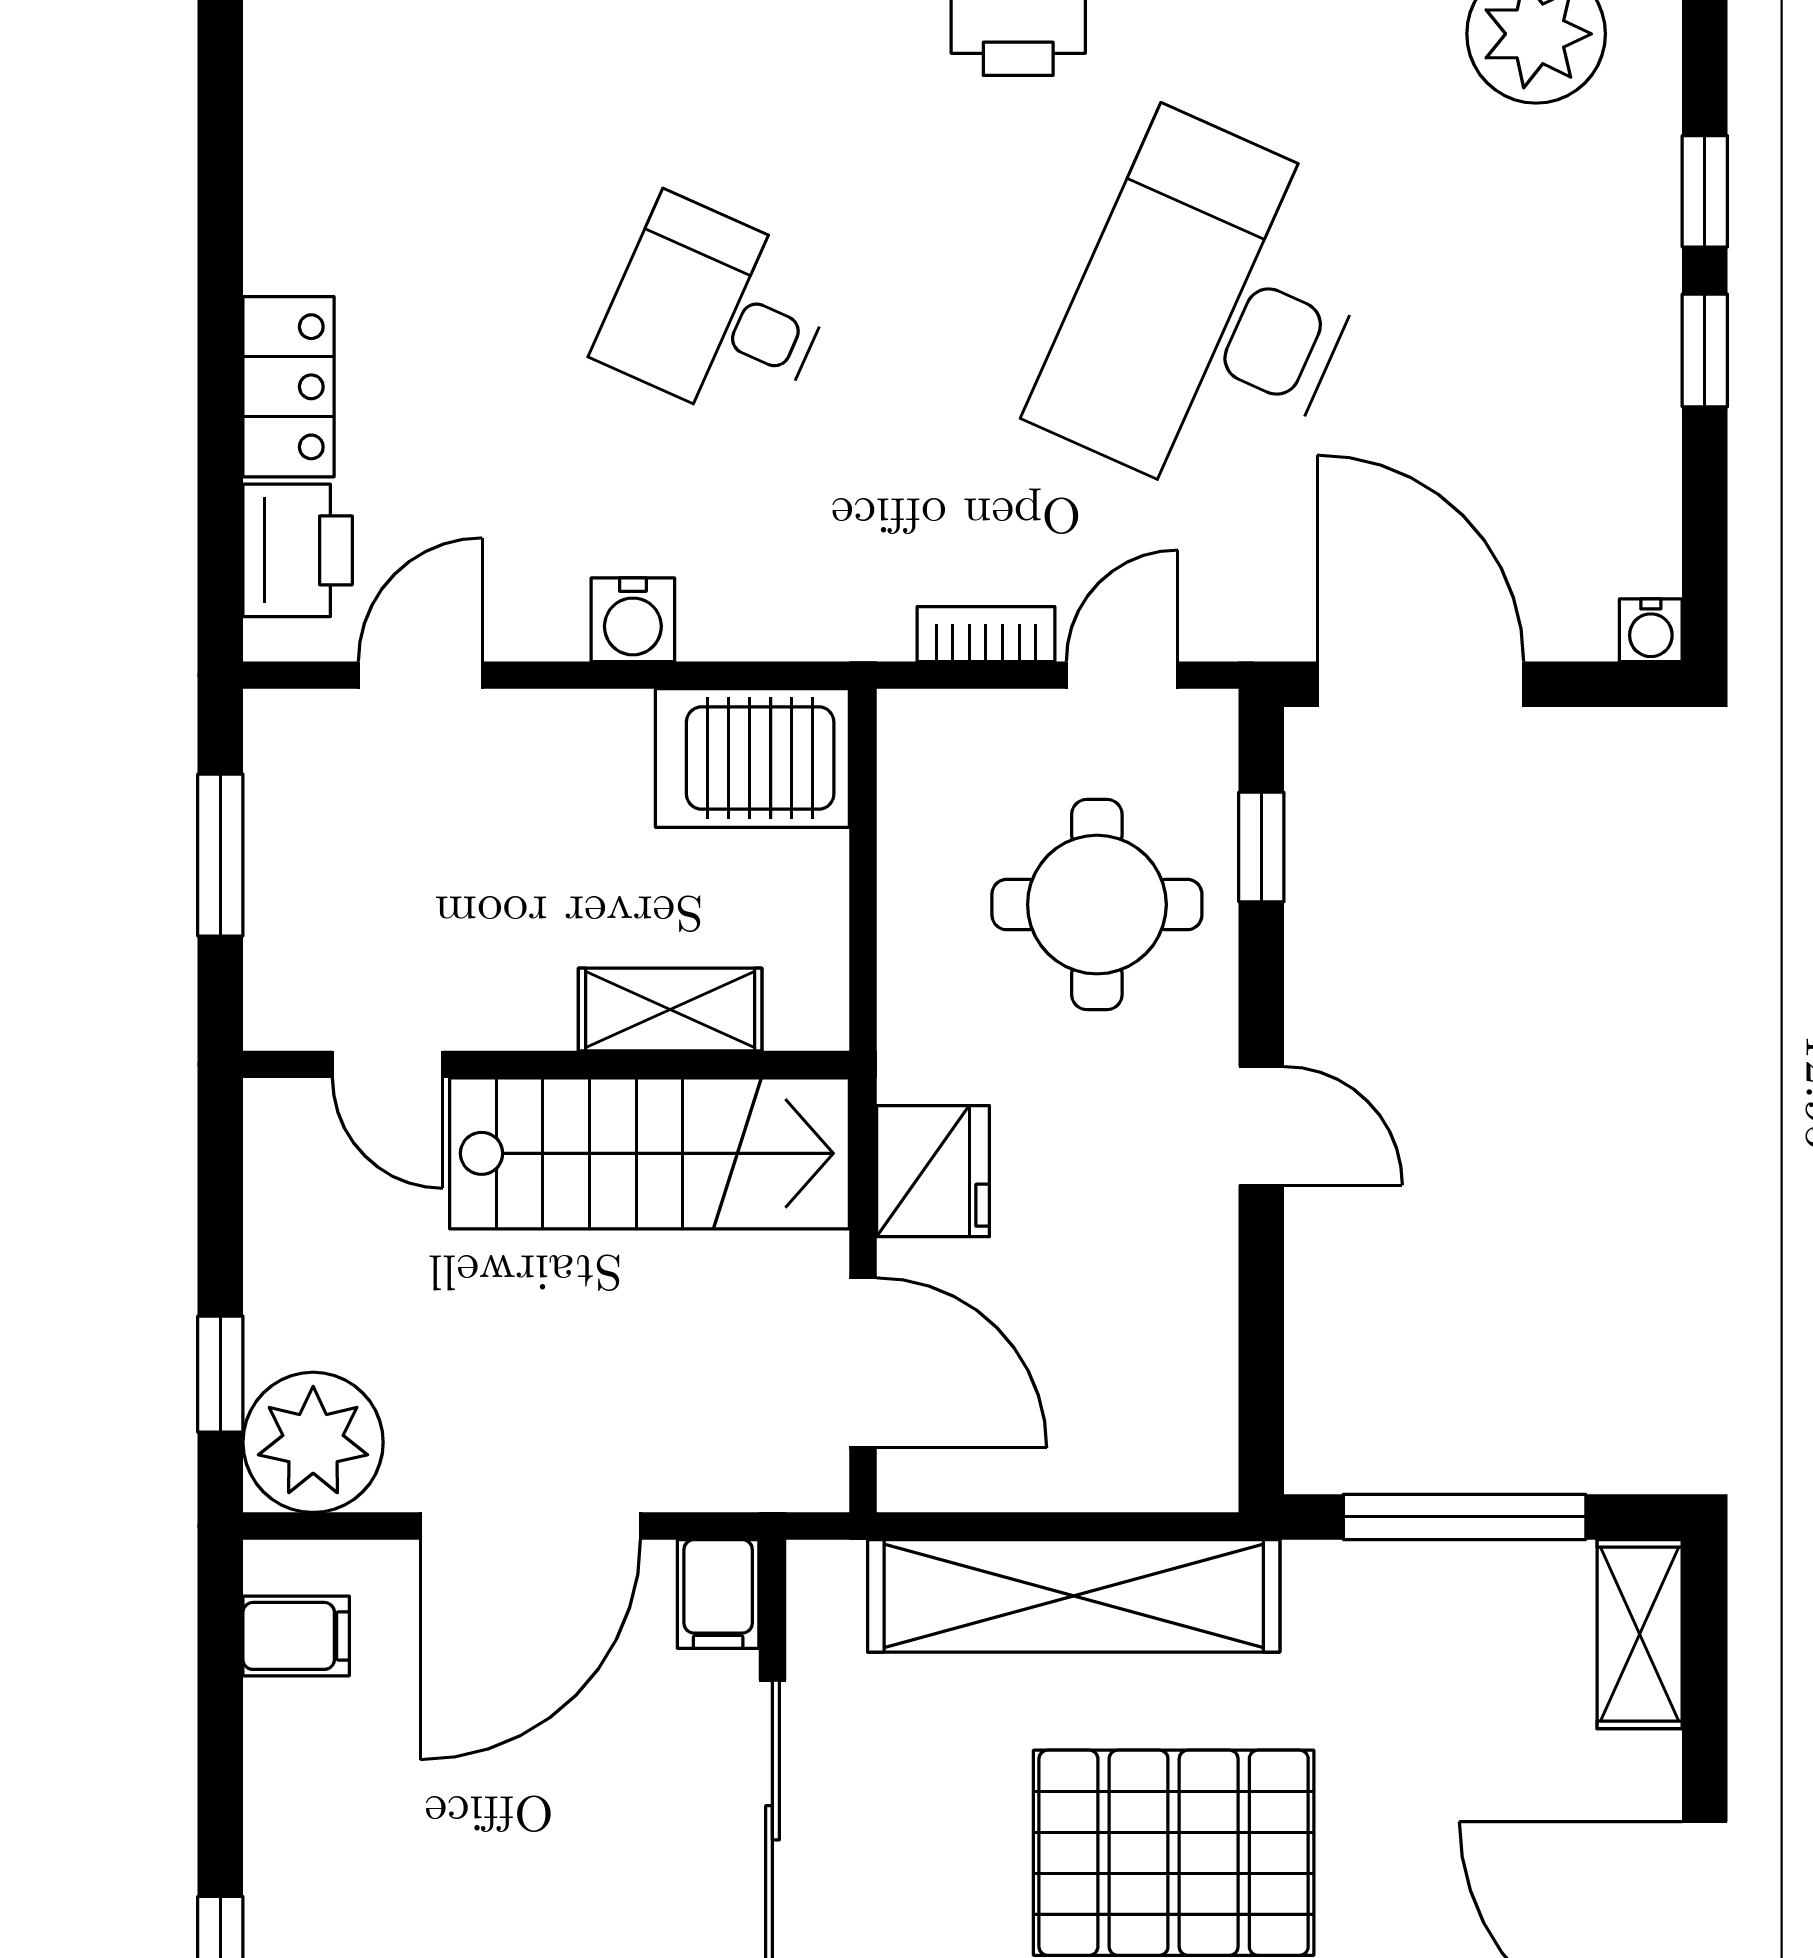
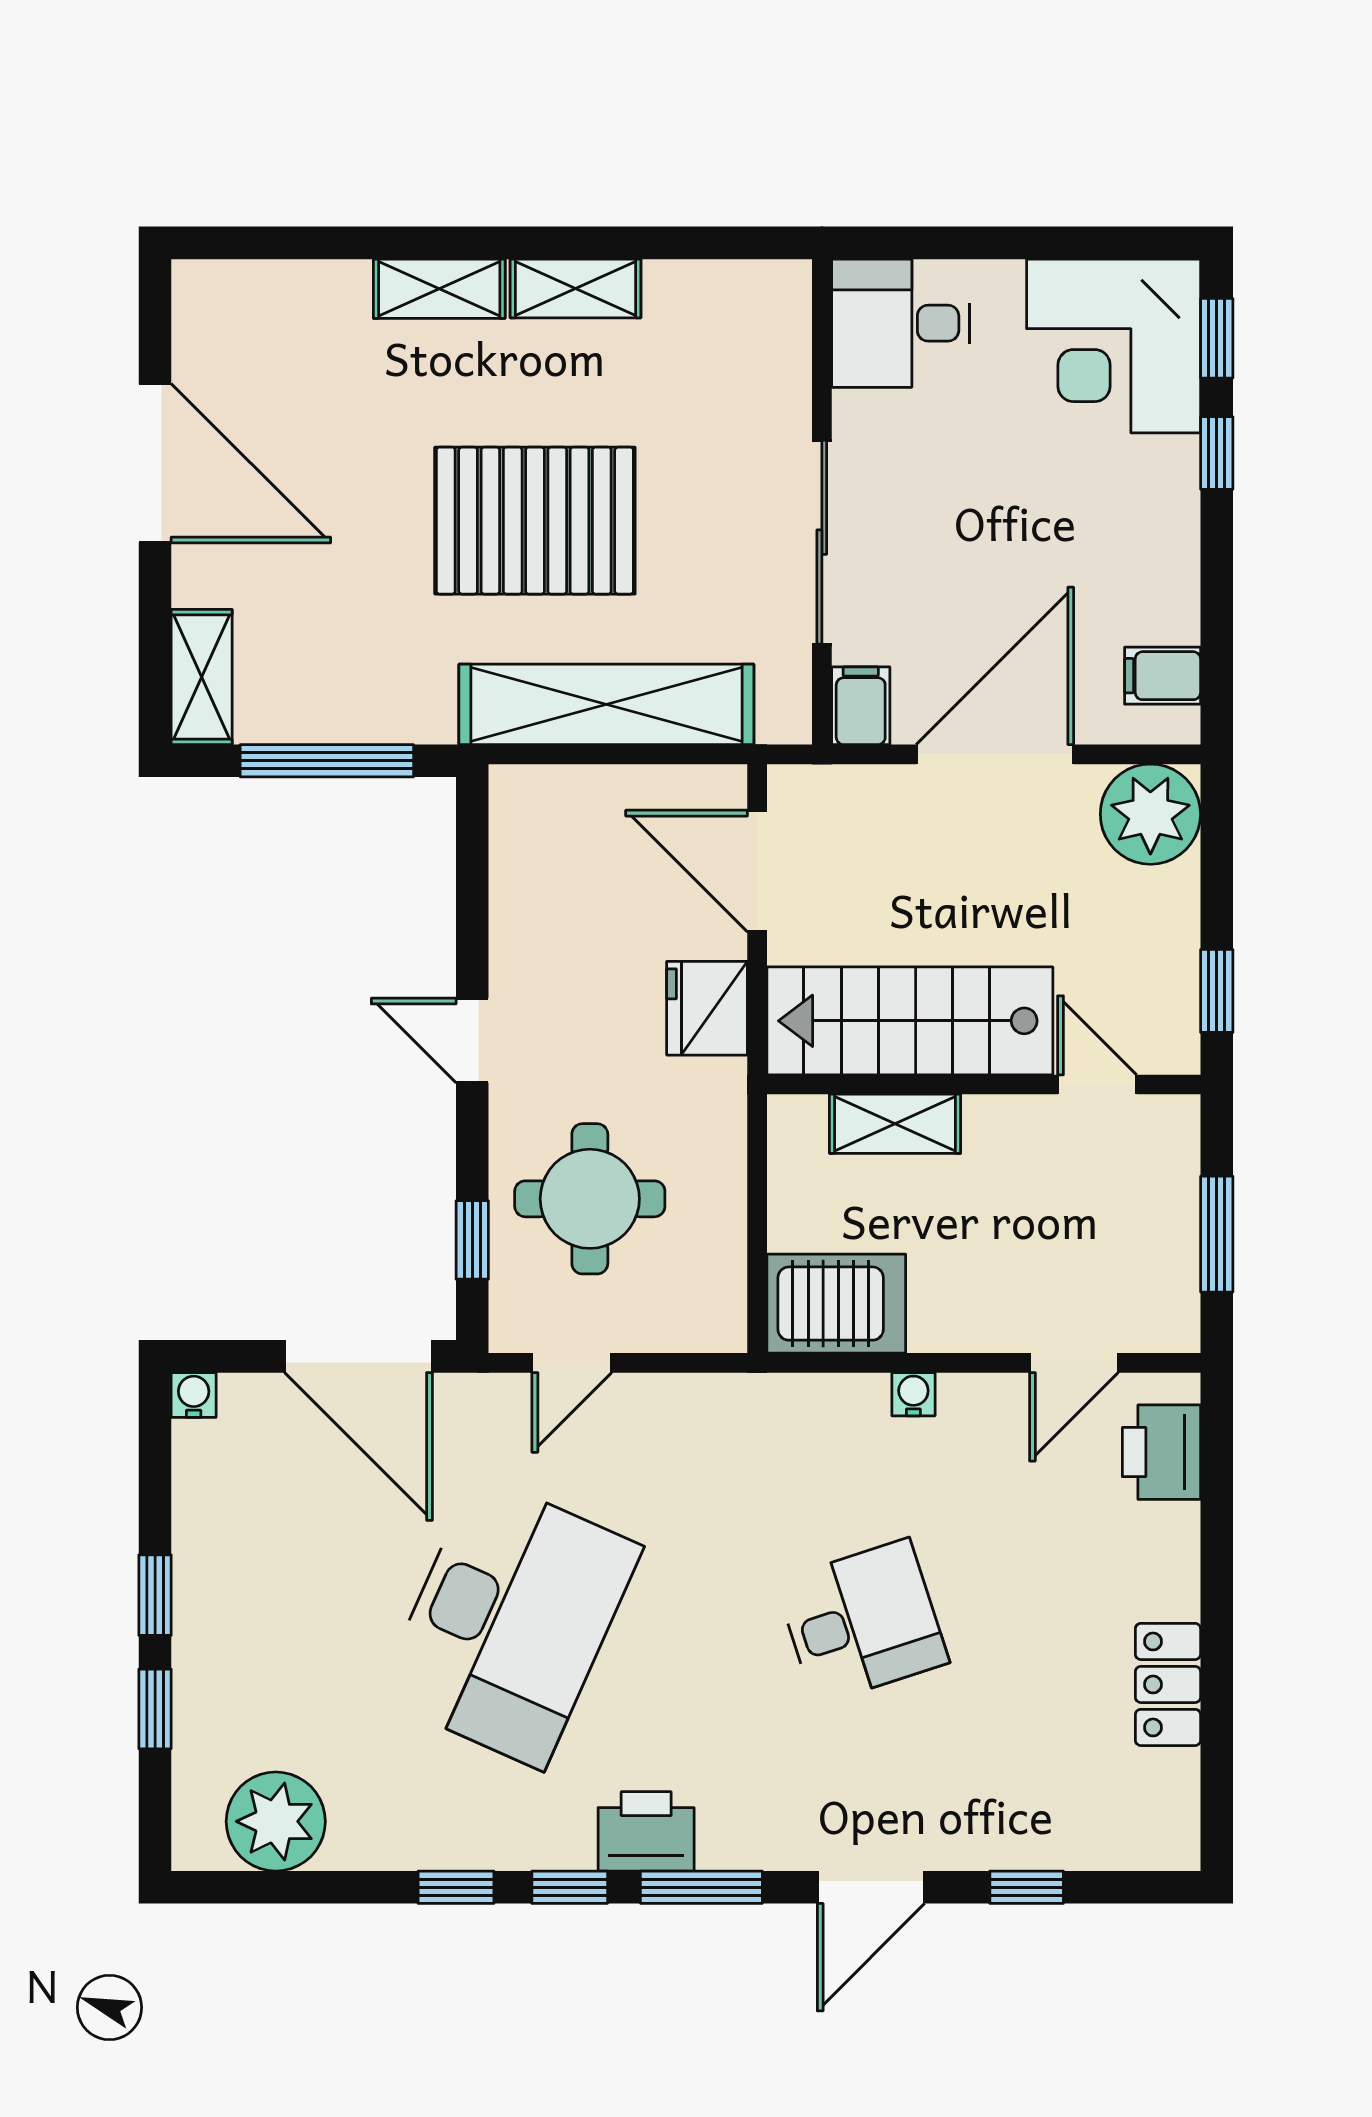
desk: (716, 313) -> (862, 1622), turned -42
locker: (289, 387) -> (1168, 1684), moved
water cooler: (633, 620) -> (913, 1394), width x0.72, depth x0.72
bookcase: (986, 634) -> (669, 1392), removed
window: (220, 1374) -> (1217, 991), moved

